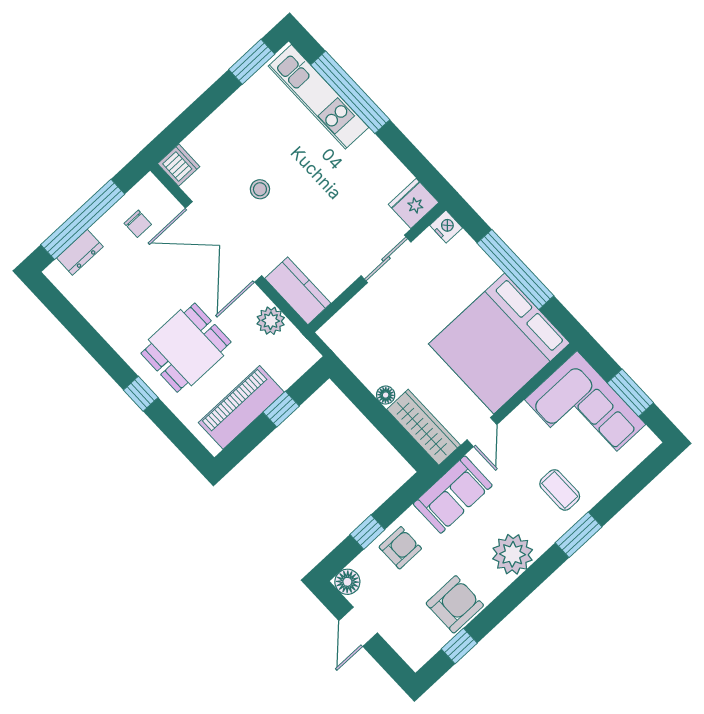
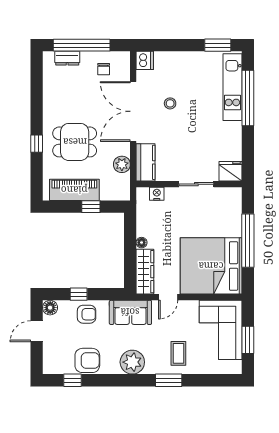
nightstand: (446, 227) -> (157, 194), moved, turned -90

